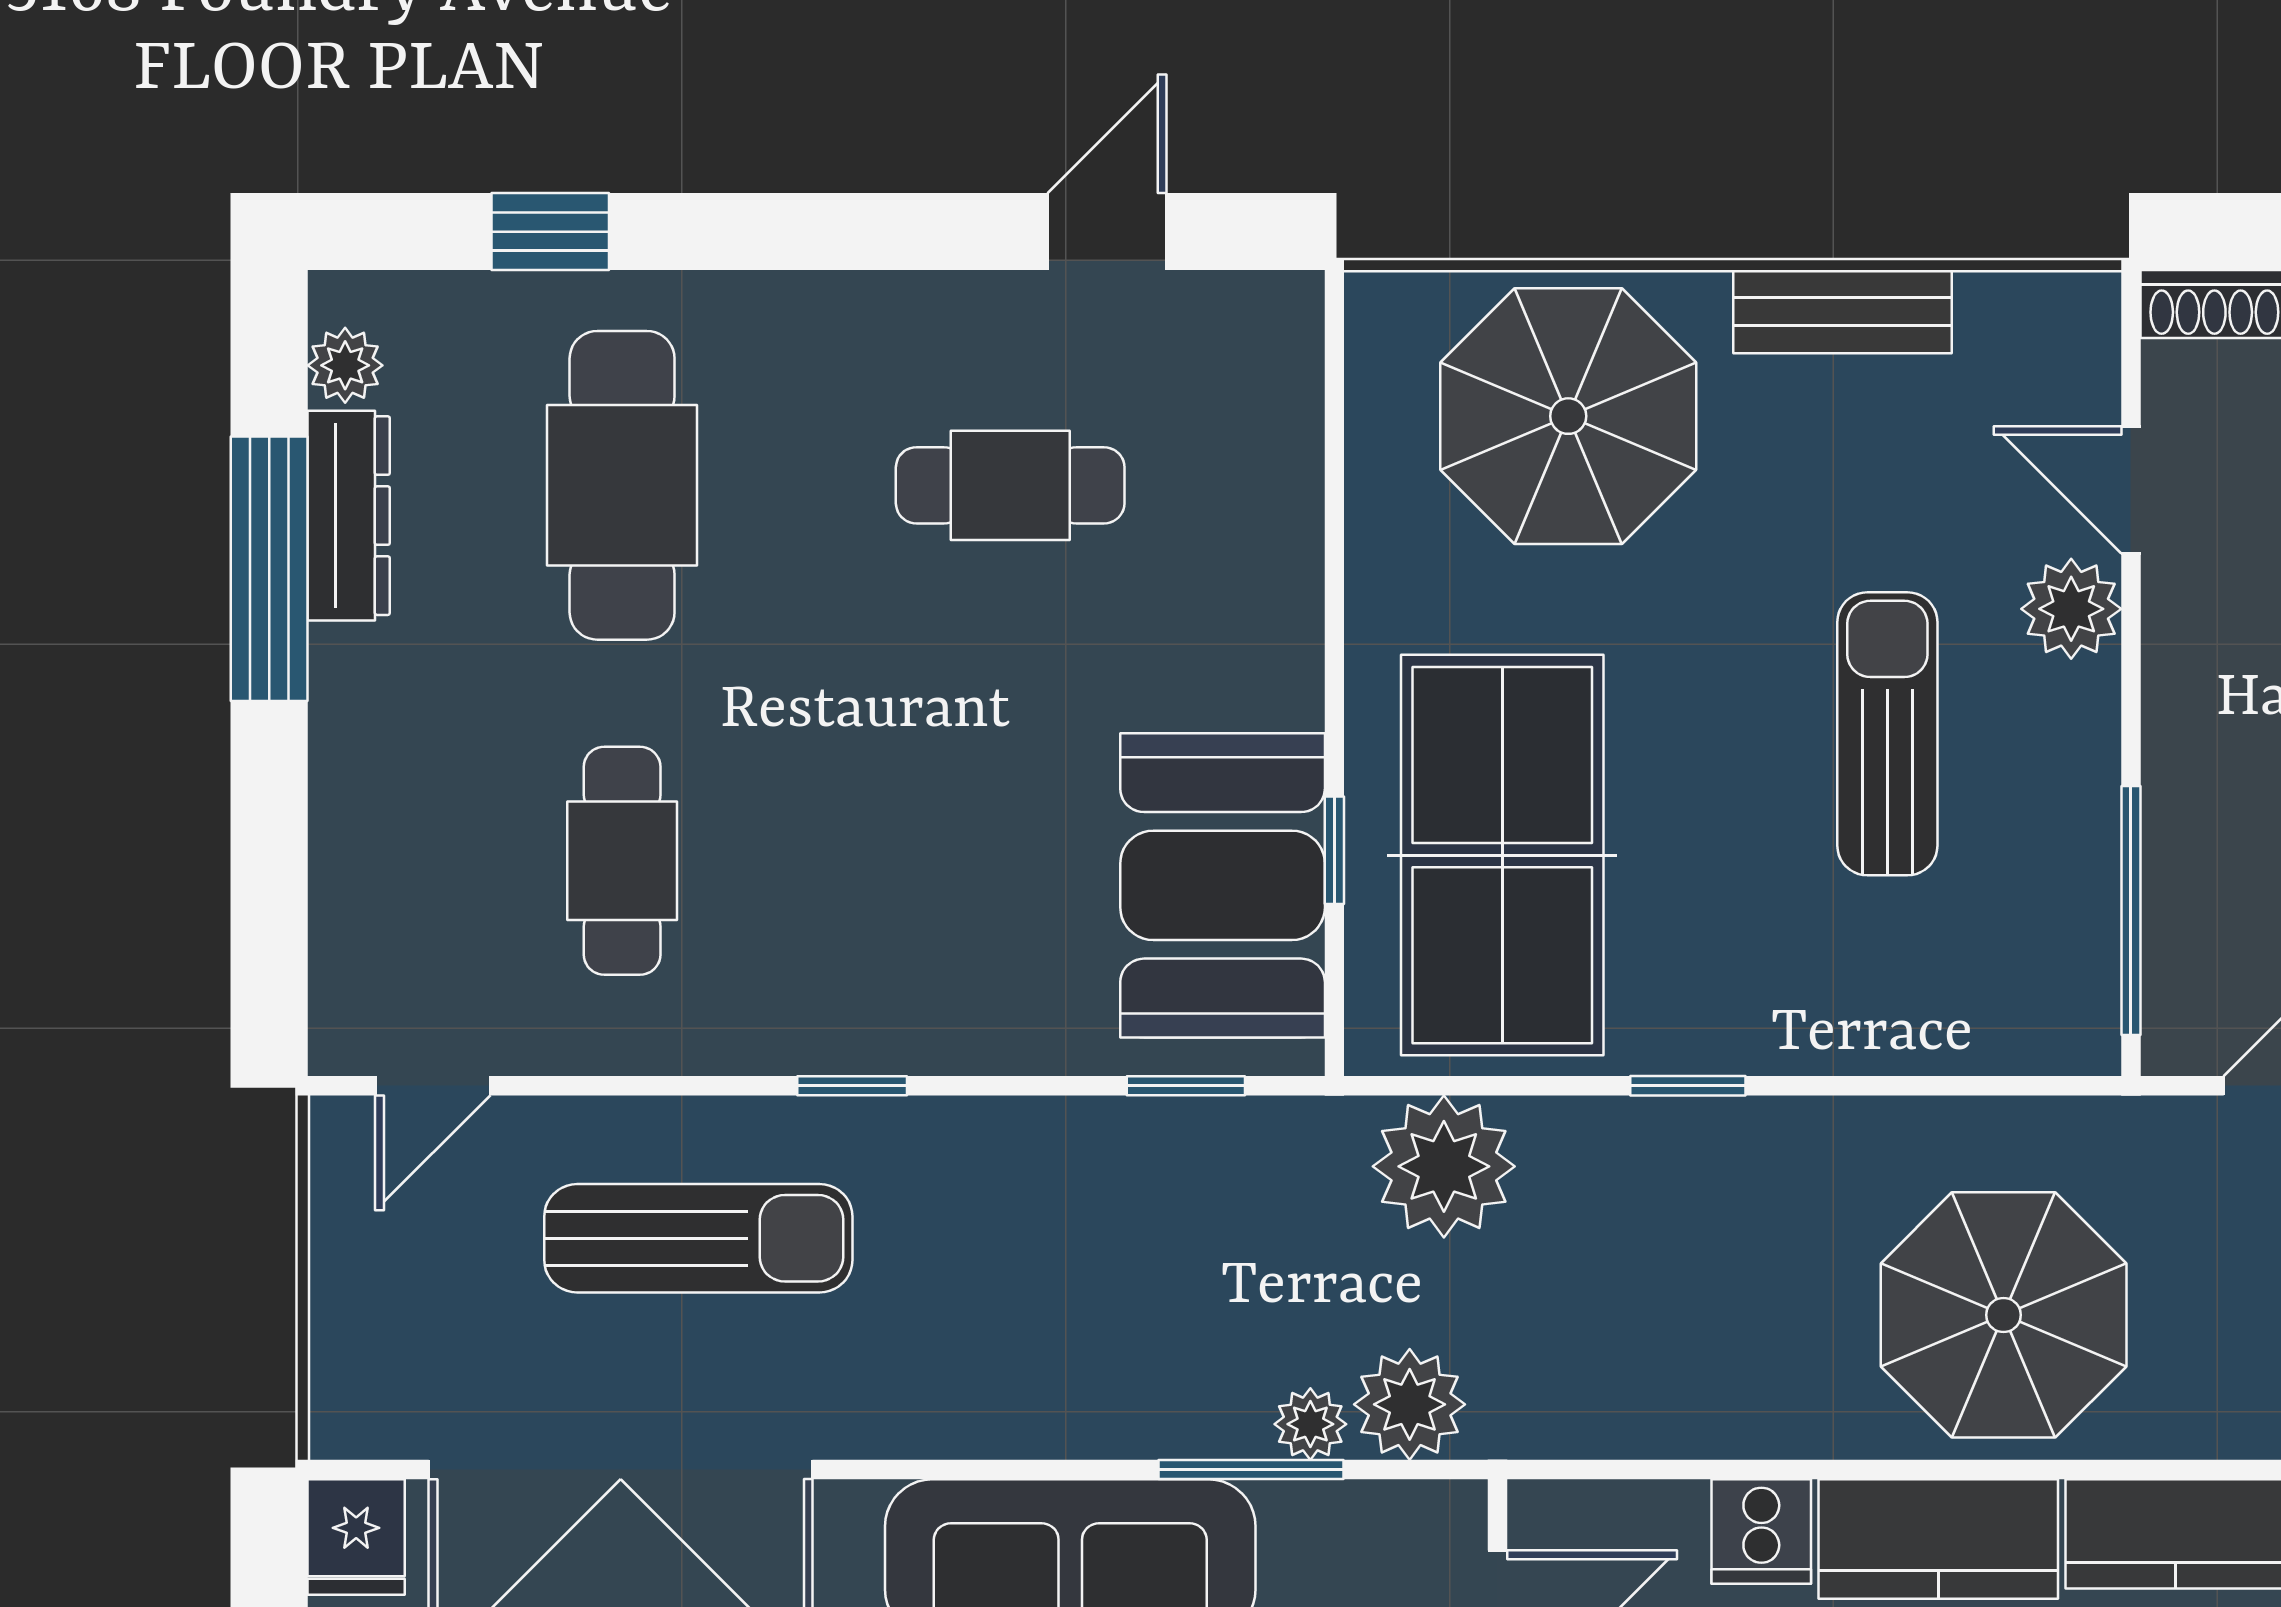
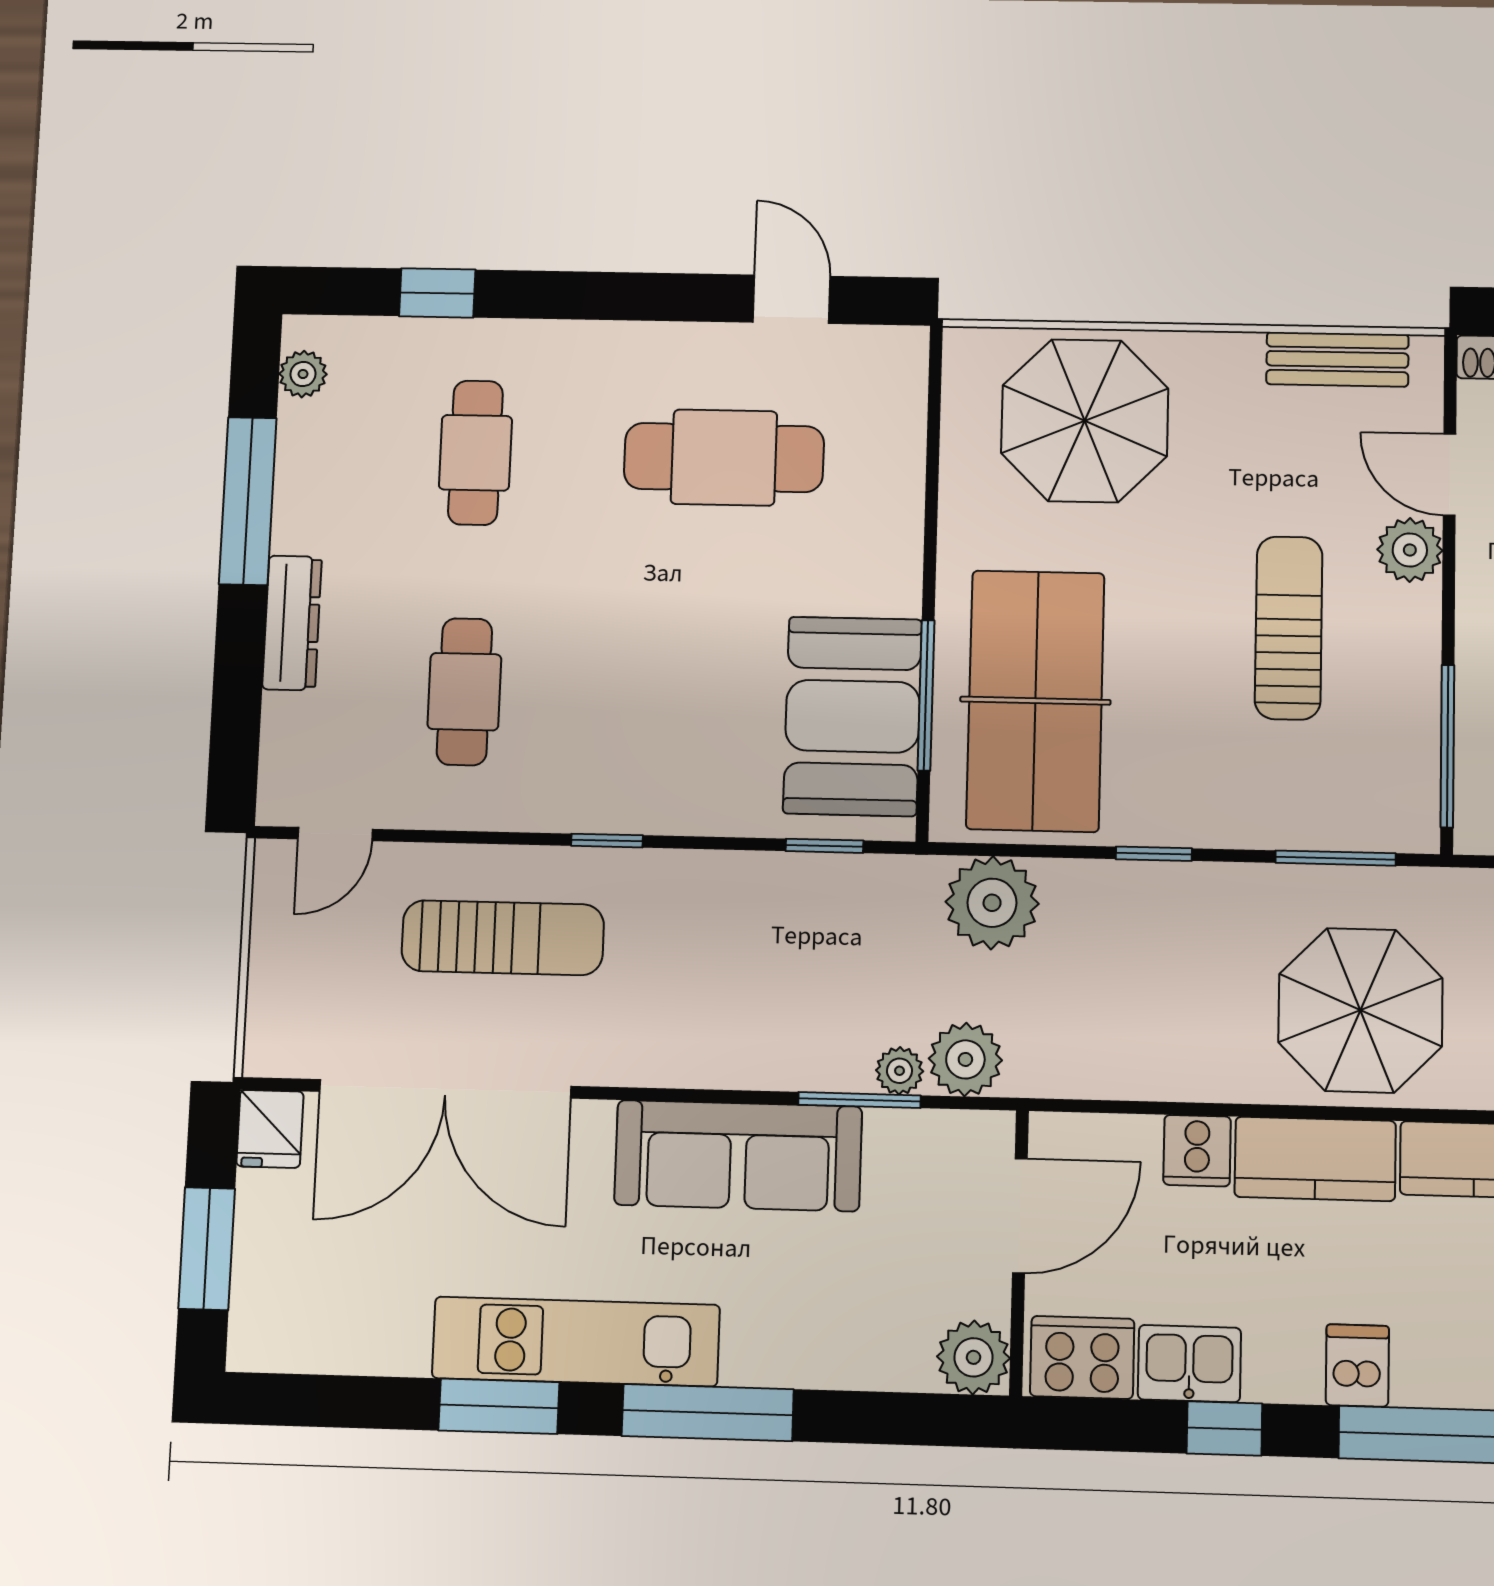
door: (1107, 232) -> (792, 299), hinge flipped
bench: (1843, 312) -> (1337, 359), moved
cafe table: (622, 485) -> (475, 453), width x0.73, depth x0.74
cafe table: (1010, 485) -> (724, 458), width x1.37, depth x1.35
dresser: (349, 516) -> (292, 623), moved
window: (1334, 850) -> (926, 695), width x2.17
window: (1963, 1086) -> (1336, 858), added

